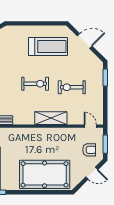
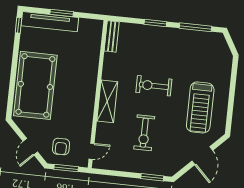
exercise bike: (35, 84) -> (154, 86), turned 90
exercise bike: (72, 87) -> (144, 133), turned 180

